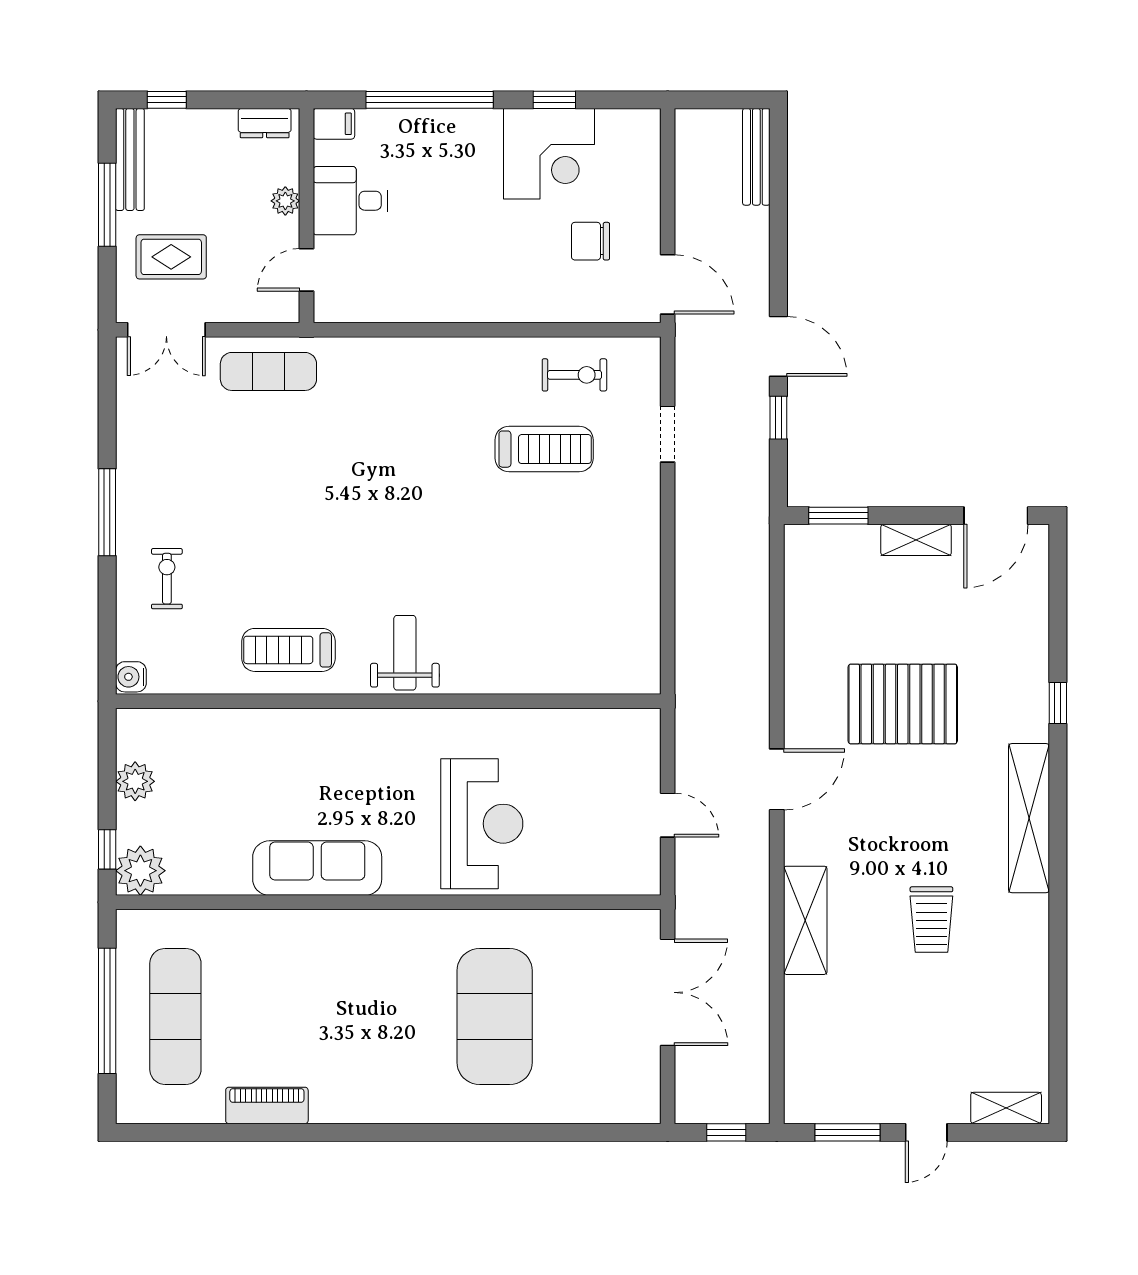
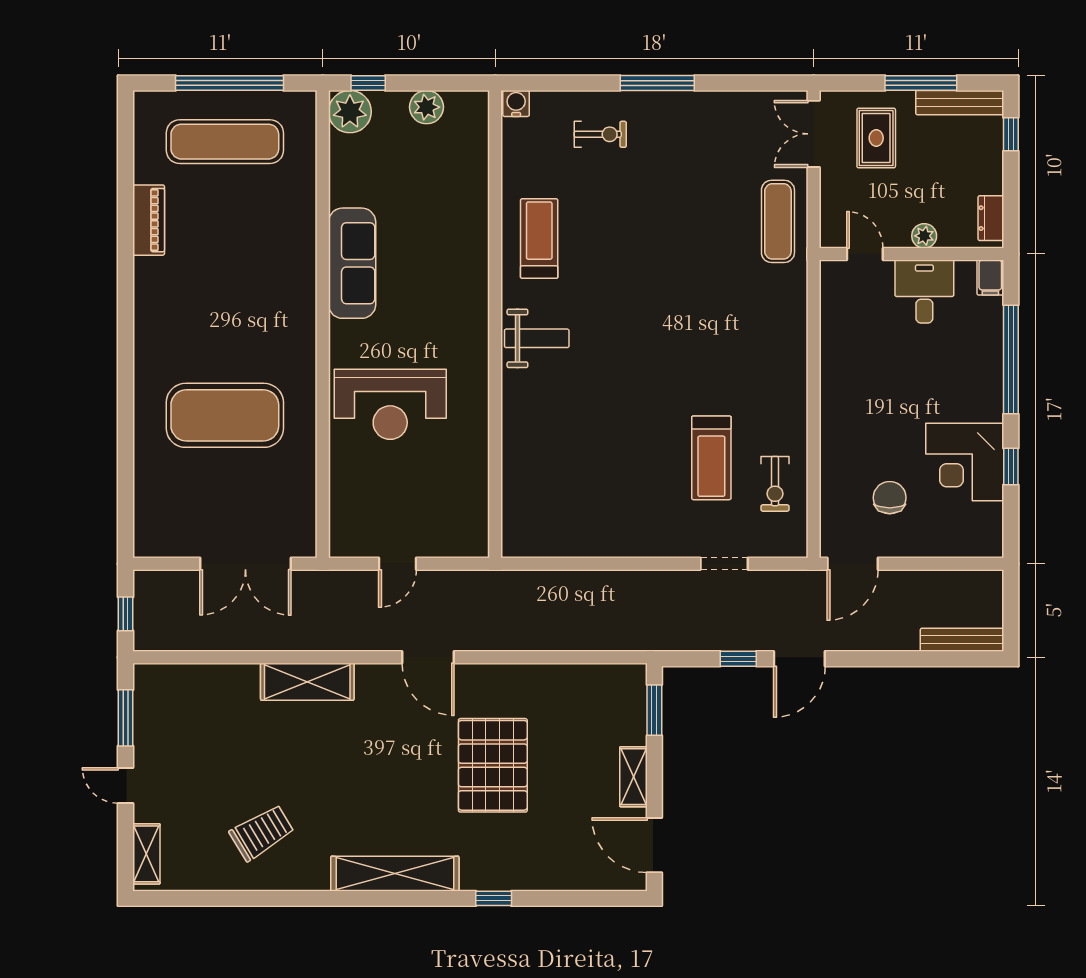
trolley: (931, 920) -> (262, 833), moved, turned 149

